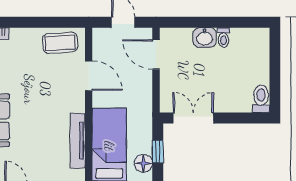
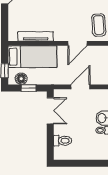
door: (156, 54) -> (80, 87), moved
toilet: (261, 99) -> (63, 141), moved

